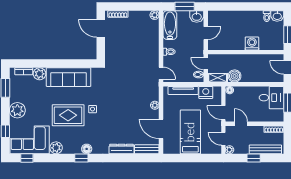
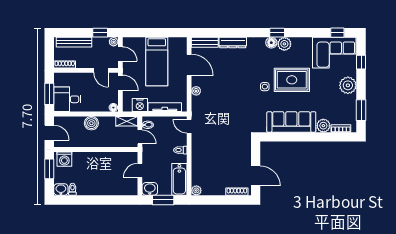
washing machine: (252, 43) -> (64, 159), moved
boiler: (235, 76) -> (91, 123), moved
plant: (56, 148) -> (284, 44), moved
window: (254, 158) -> (100, 33), moved

